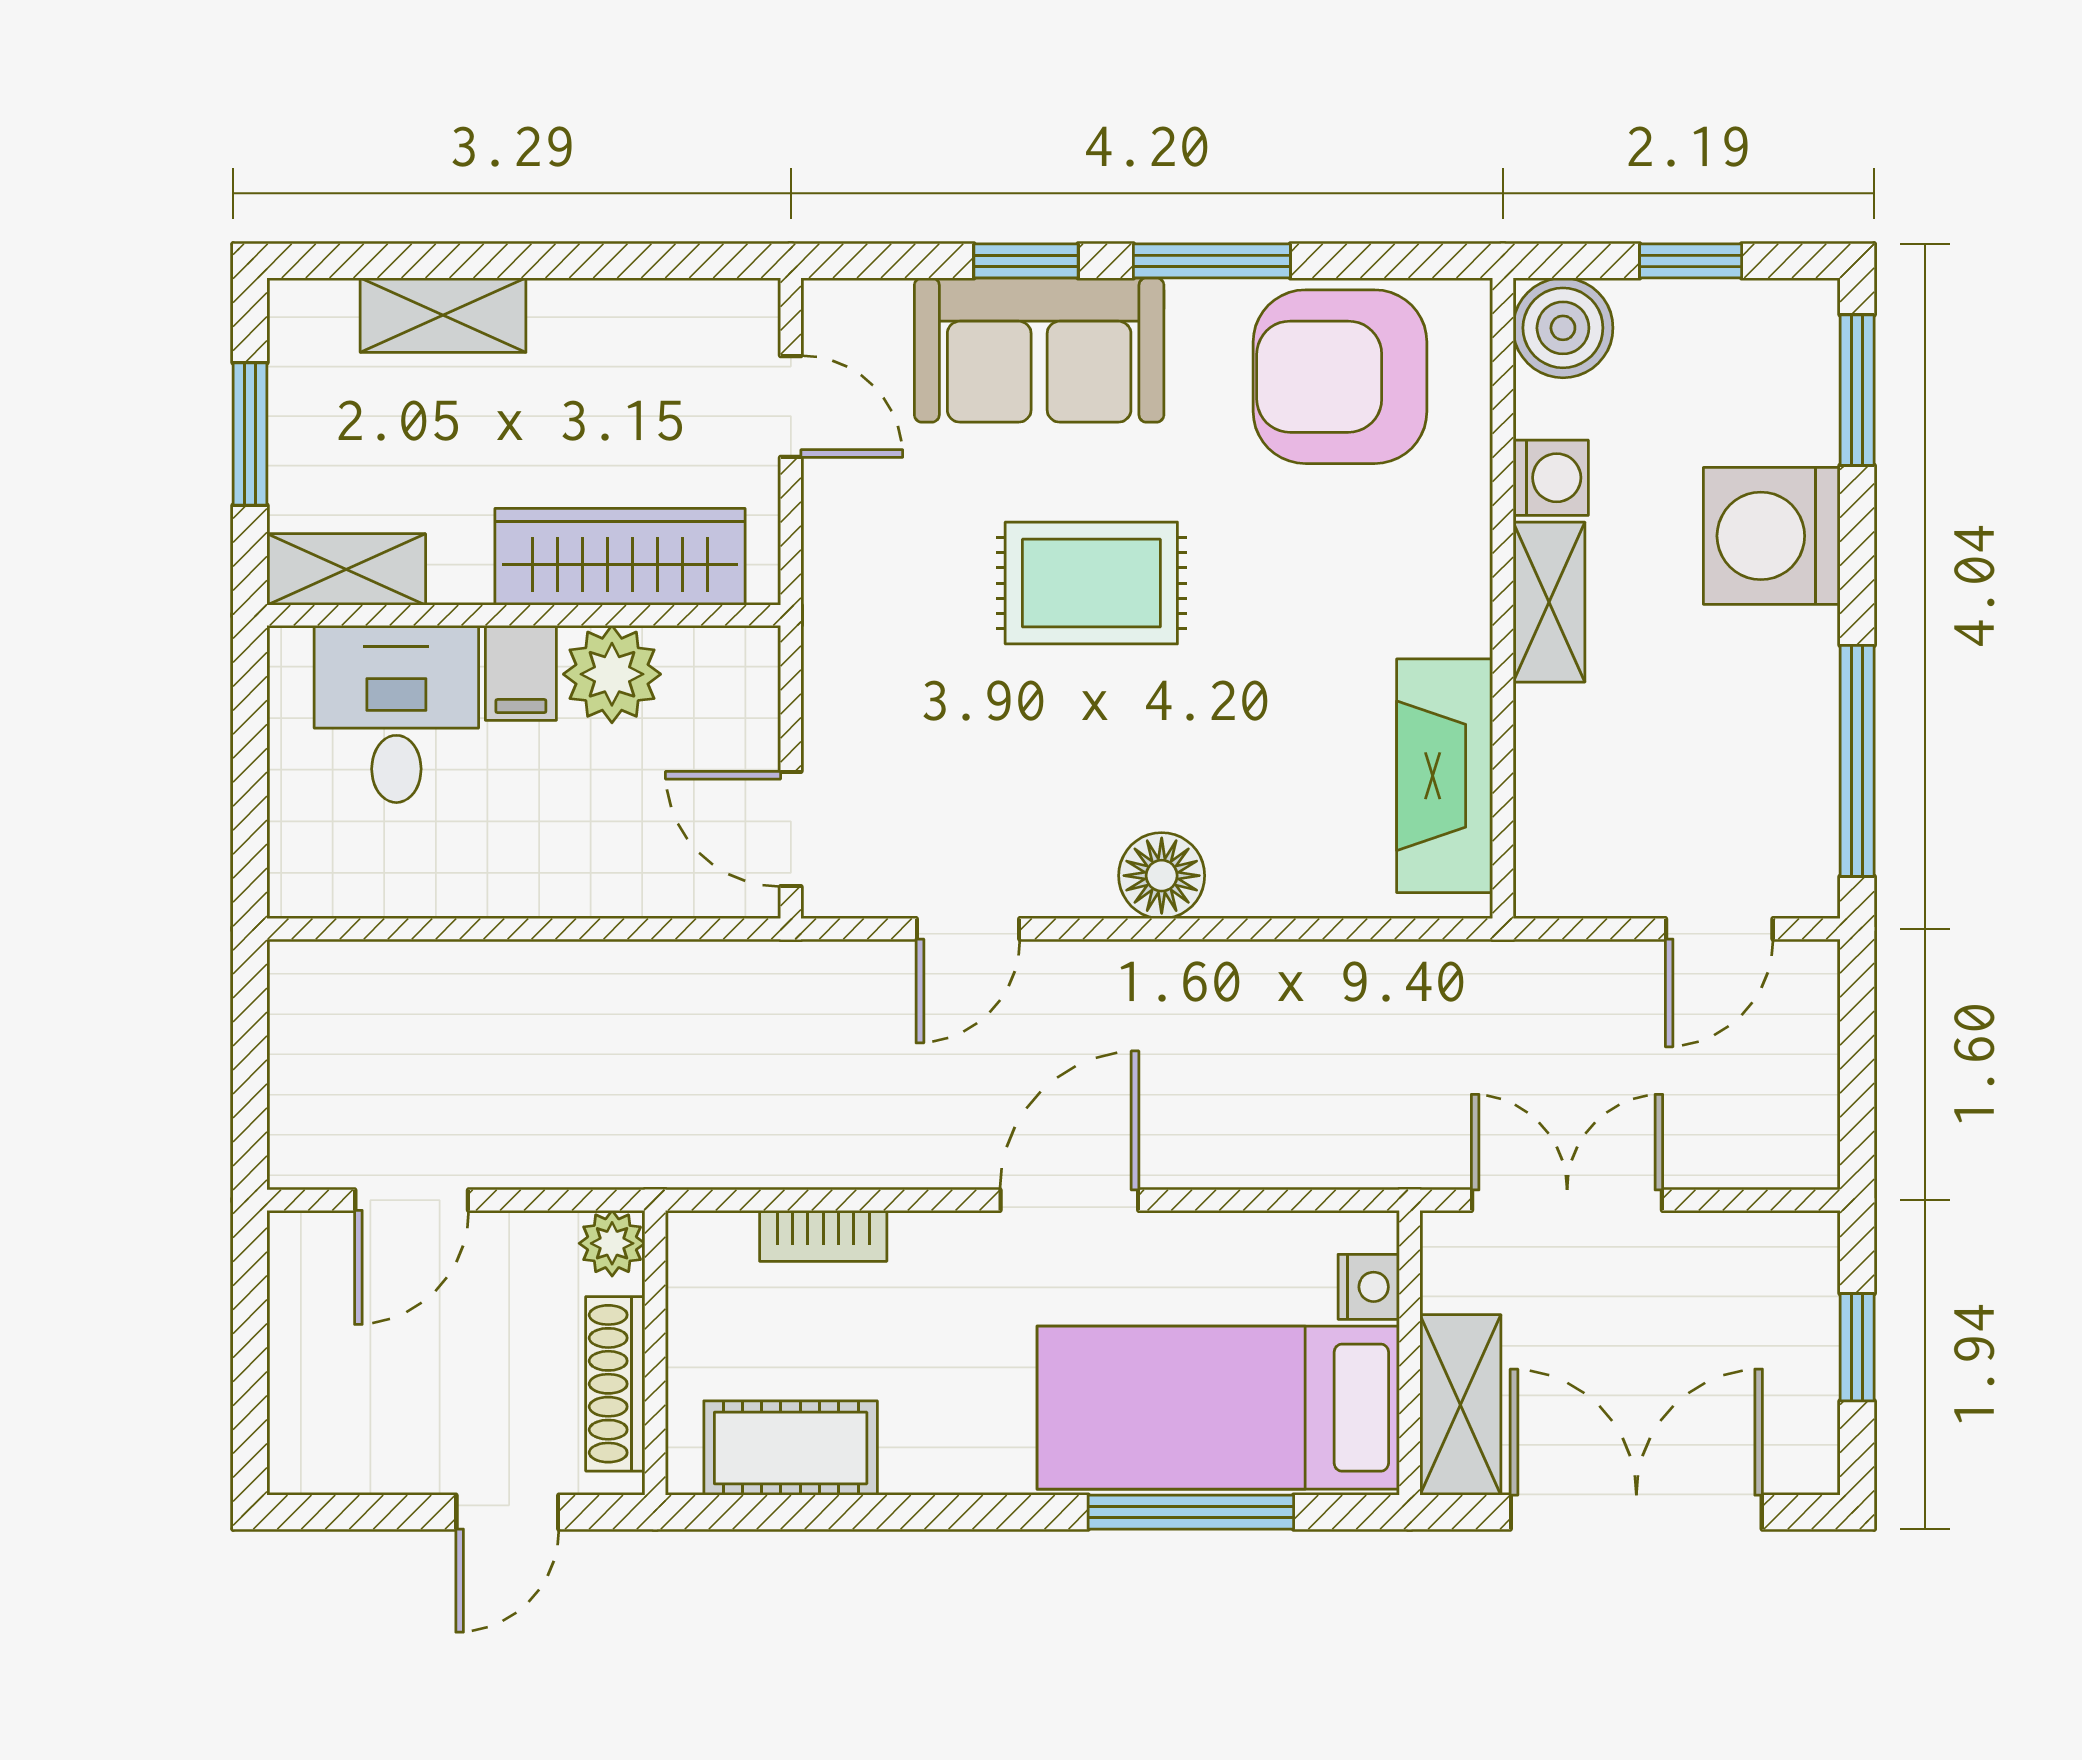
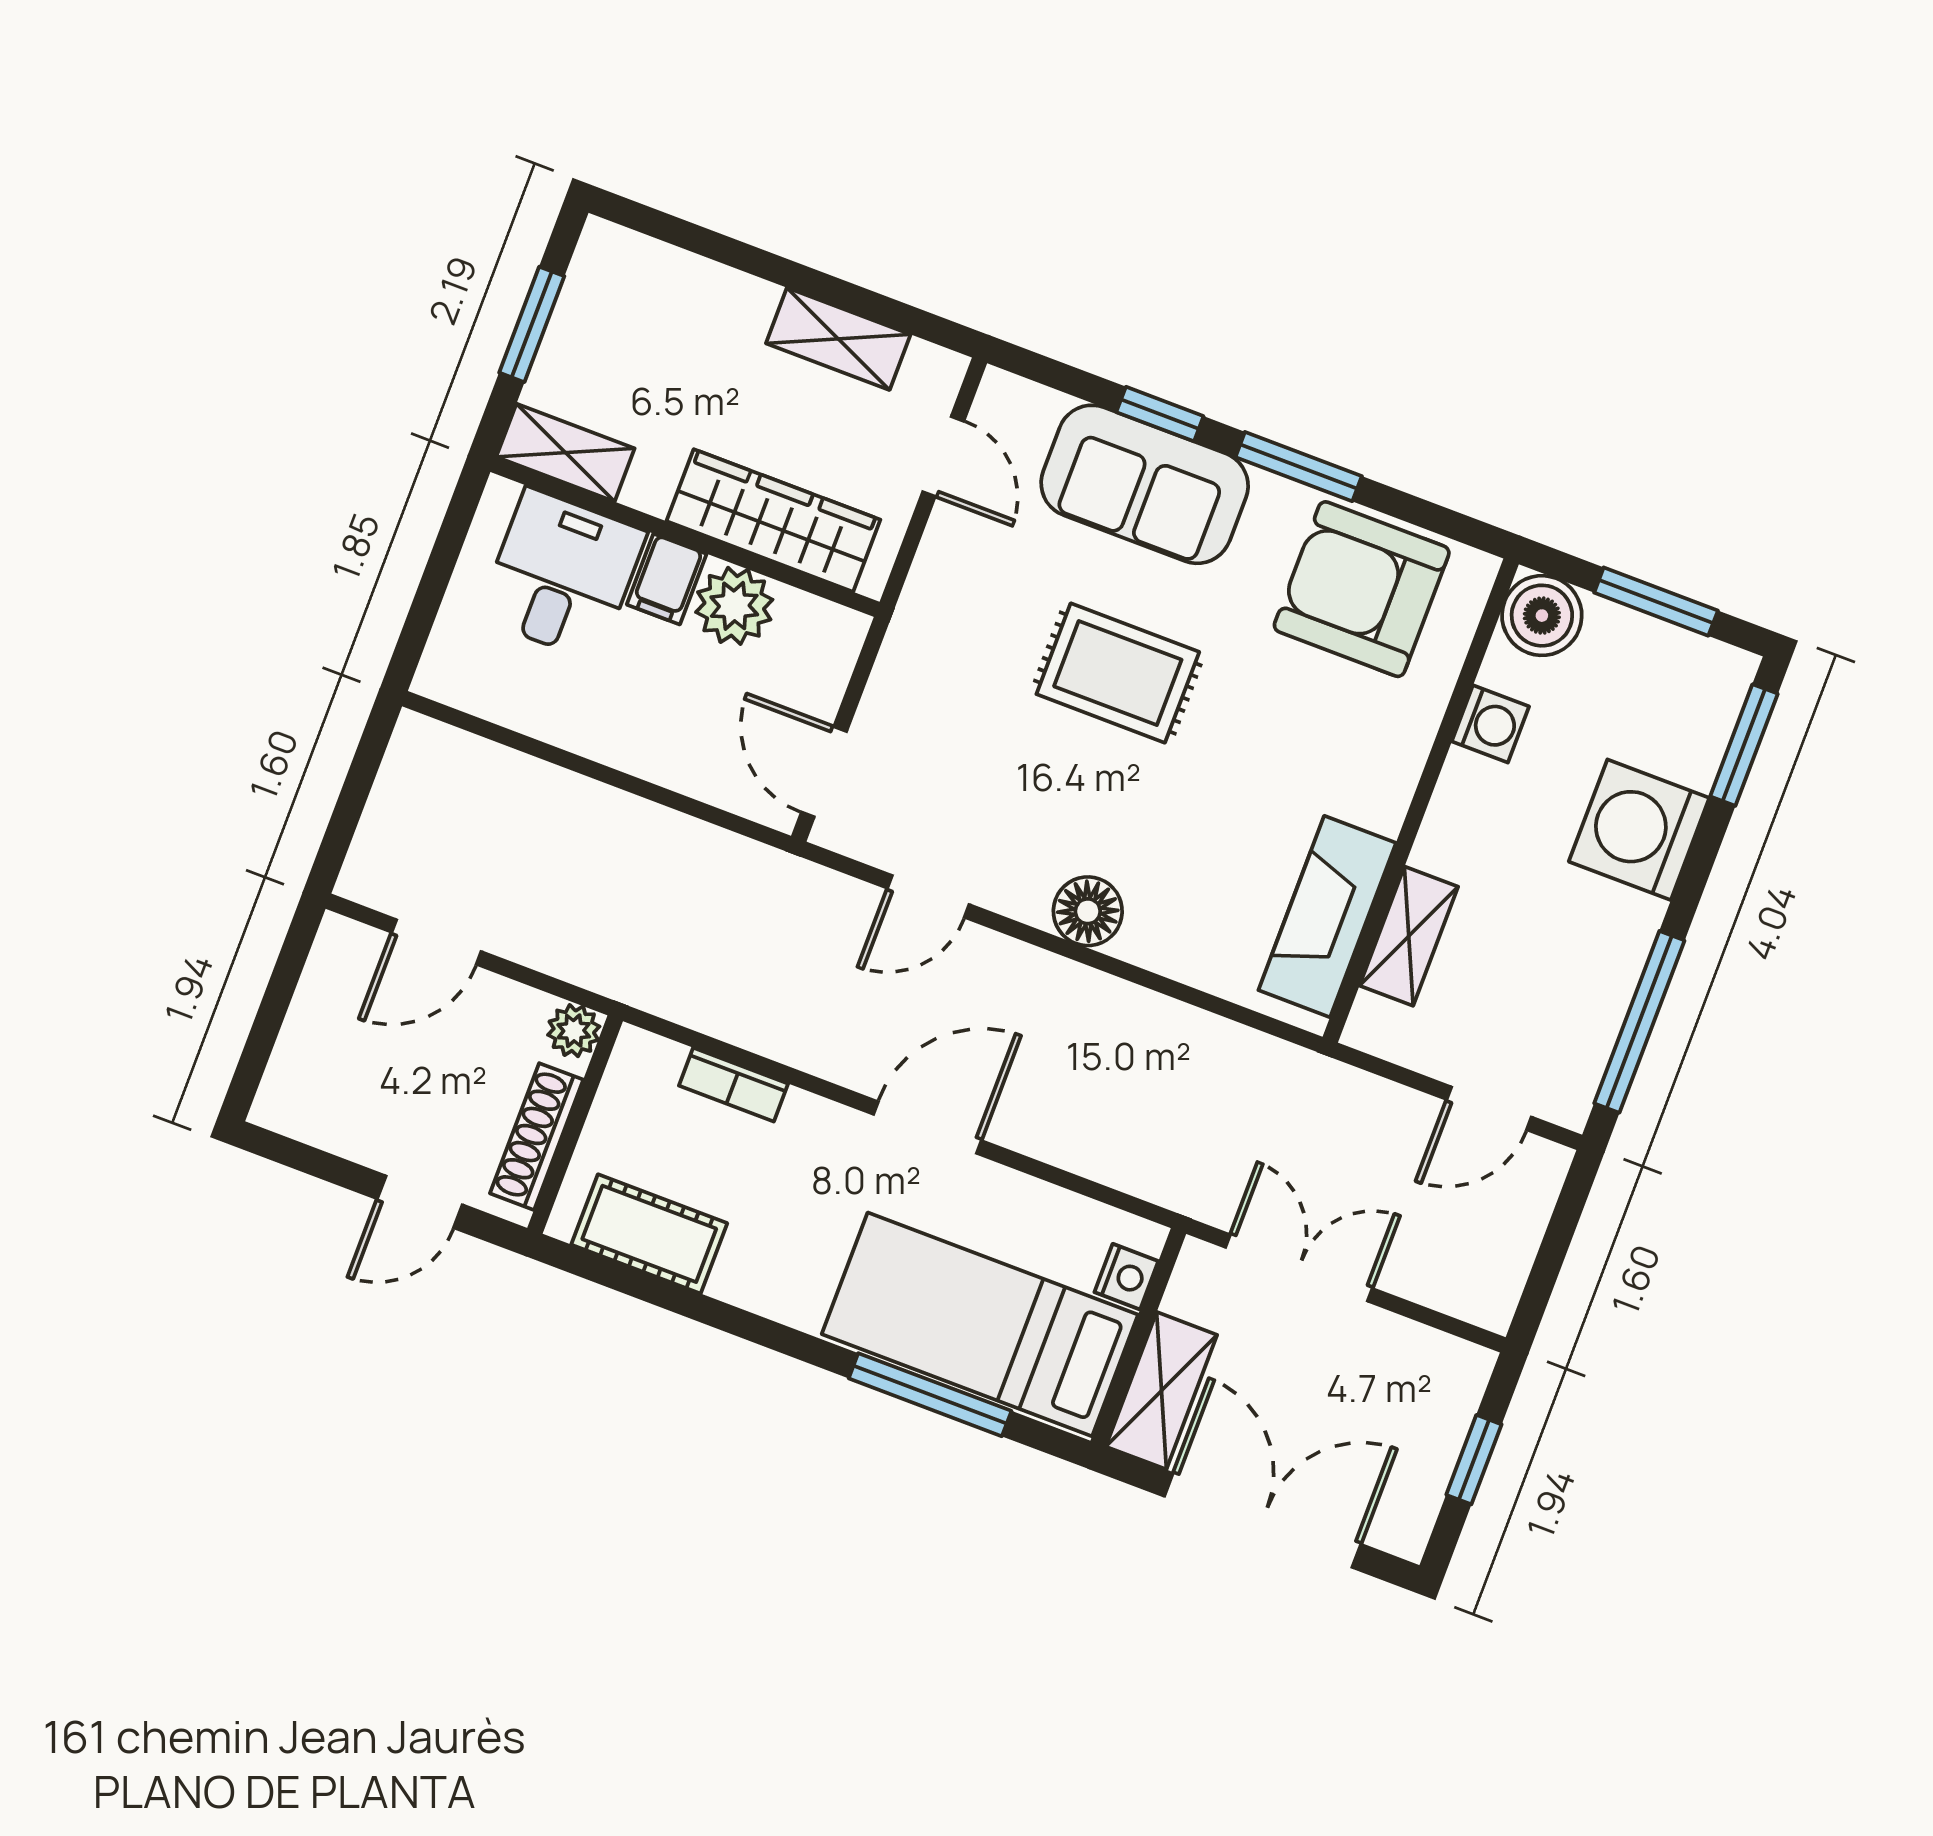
window: (1691, 261) -> (1656, 602), width x1.50
shelving: (443, 315) -> (838, 339), moved
shelving: (1549, 602) -> (1409, 936), moved

